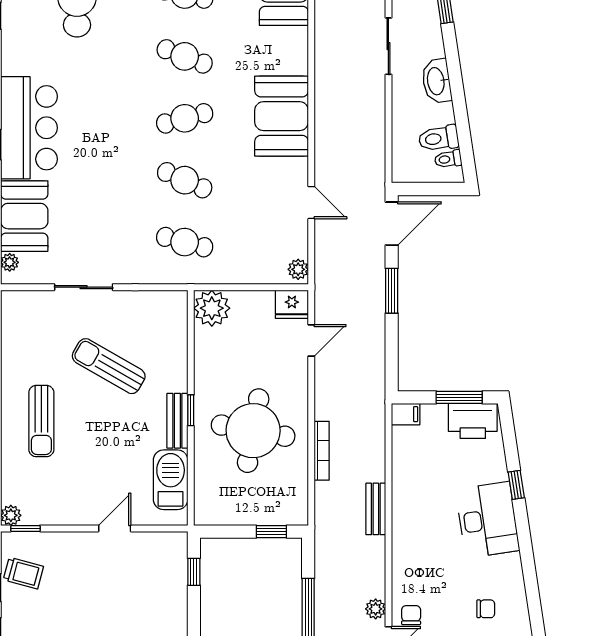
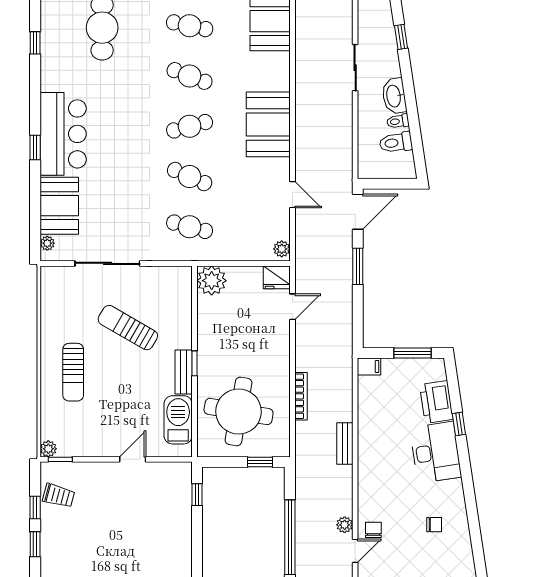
toilet: (448, 159) -> (398, 121), moved
sliding door: (84, 287) -> (107, 263), width x1.37
printer: (473, 421) -> (436, 402), moved, turned 81
round table: (253, 431) -> (239, 411), moved

